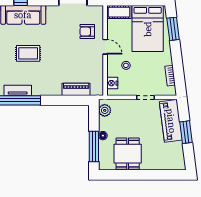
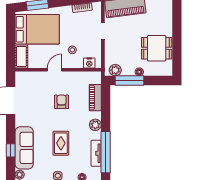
armchair: (87, 31) -> (62, 102), moved, turned 180
plant: (47, 89) -> (95, 125), added
window: (94, 146) -> (130, 81), moved

